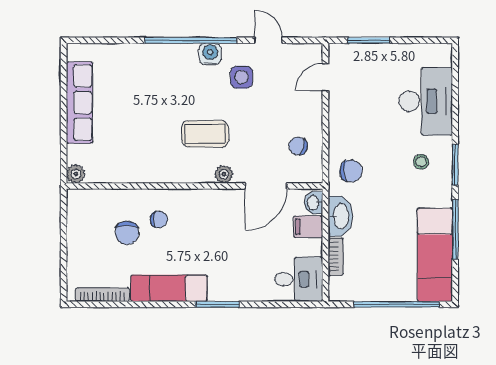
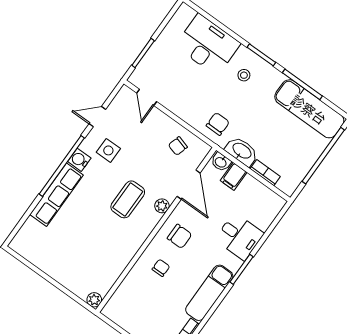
row of seats: (80, 103) -> (56, 195), moved, turned 90
chair: (127, 233) -> (180, 236), moved
desk: (299, 279) -> (239, 237), moved, turned 90

